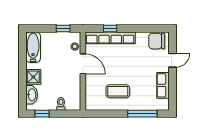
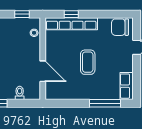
door: (83, 64) -> (43, 71), moved
row of seats: (163, 85) -> (127, 86), moved
coffee table: (118, 91) -> (88, 62), moved, turned 90

